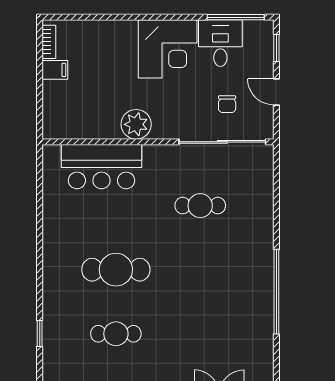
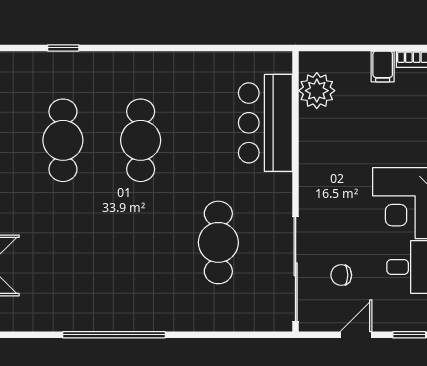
plant: (136, 124) -> (317, 91), moved
cafe table: (200, 206) -> (218, 242), width x1.37, depth x1.35
cafe table: (116, 334) -> (63, 140), width x1.37, depth x1.35

